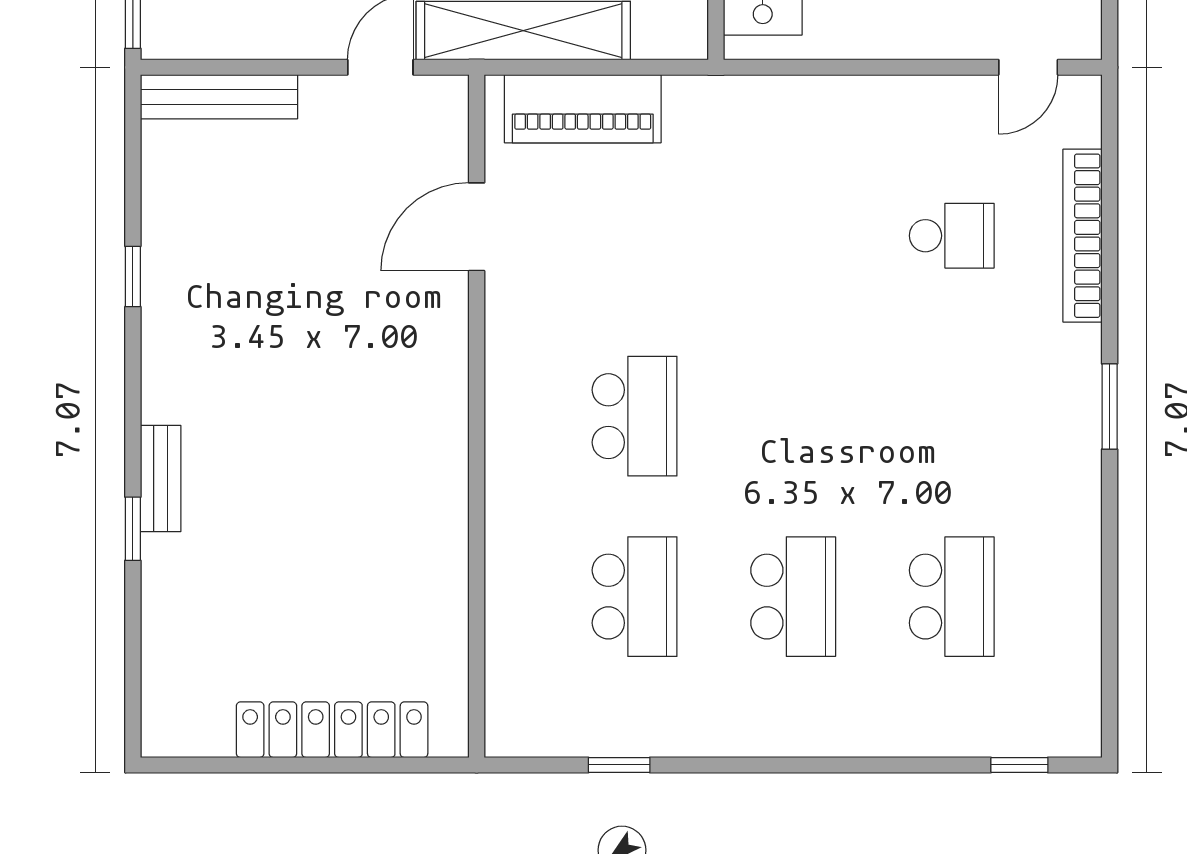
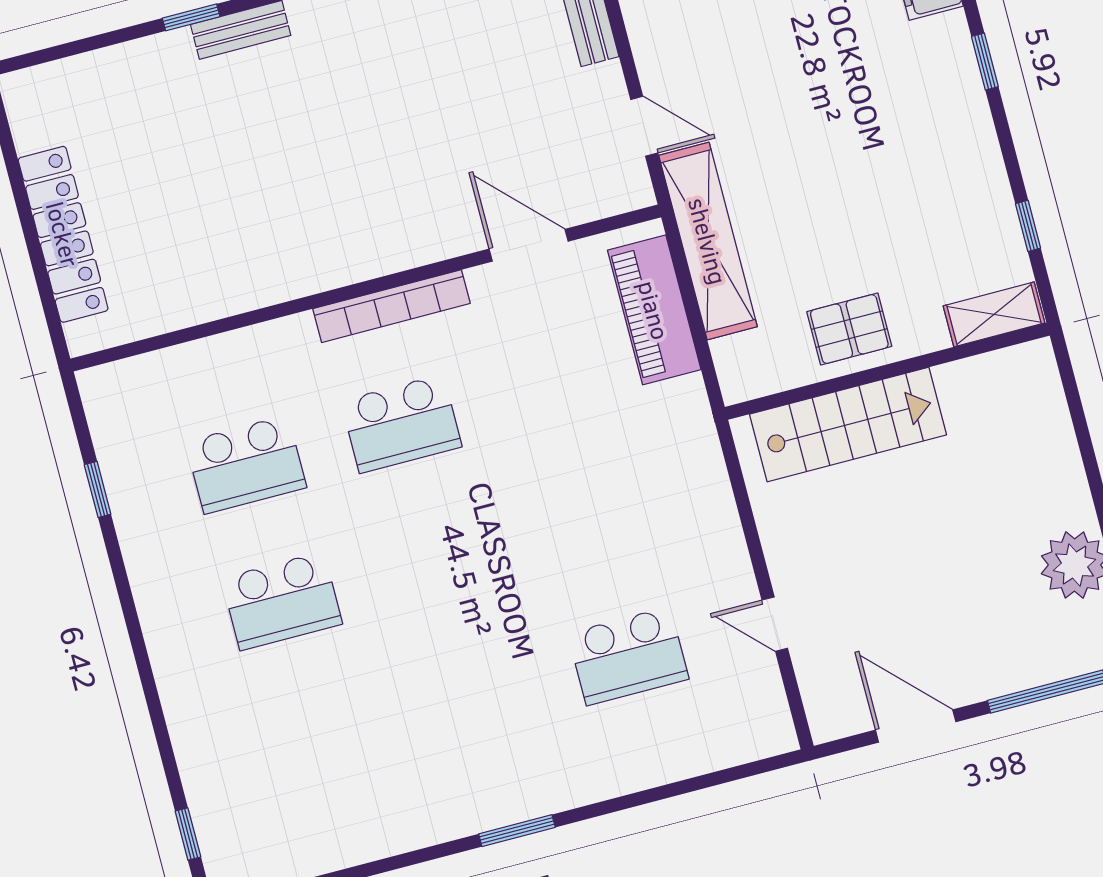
door: (1028, 67) -> (775, 624), moved
school desk: (952, 236) -> (628, 656), width x1.85
bookcase: (1083, 236) -> (392, 306), moved, turned 180
school desk: (952, 597) -> (318, 738), removed

